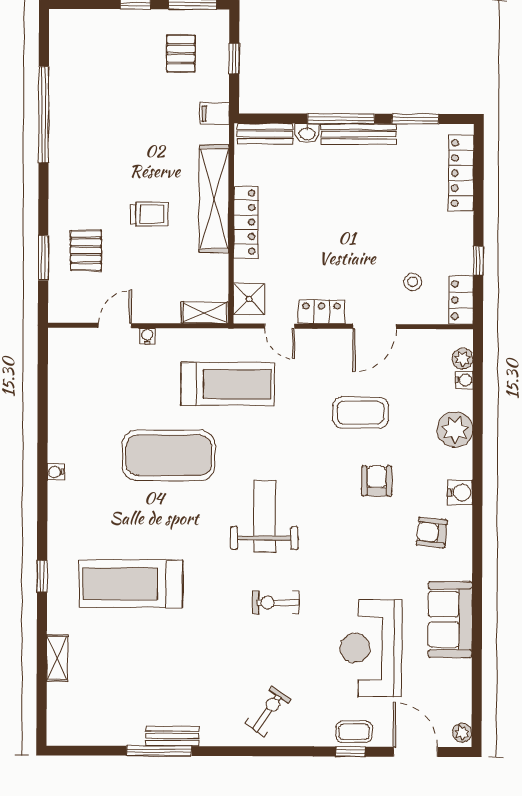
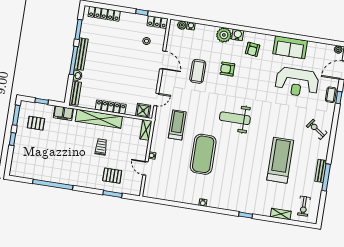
filing cabinet: (214, 114) -> (63, 113), width x2.00
locker: (322, 312) -> (153, 81), removed
treadmill: (228, 384) -> (177, 125), width x0.73, depth x0.73
plant: (455, 430) -> (224, 35), moved
treadmill: (131, 584) -> (280, 160), moved, turned 180
exercise bike: (276, 603) -> (304, 206), moved

